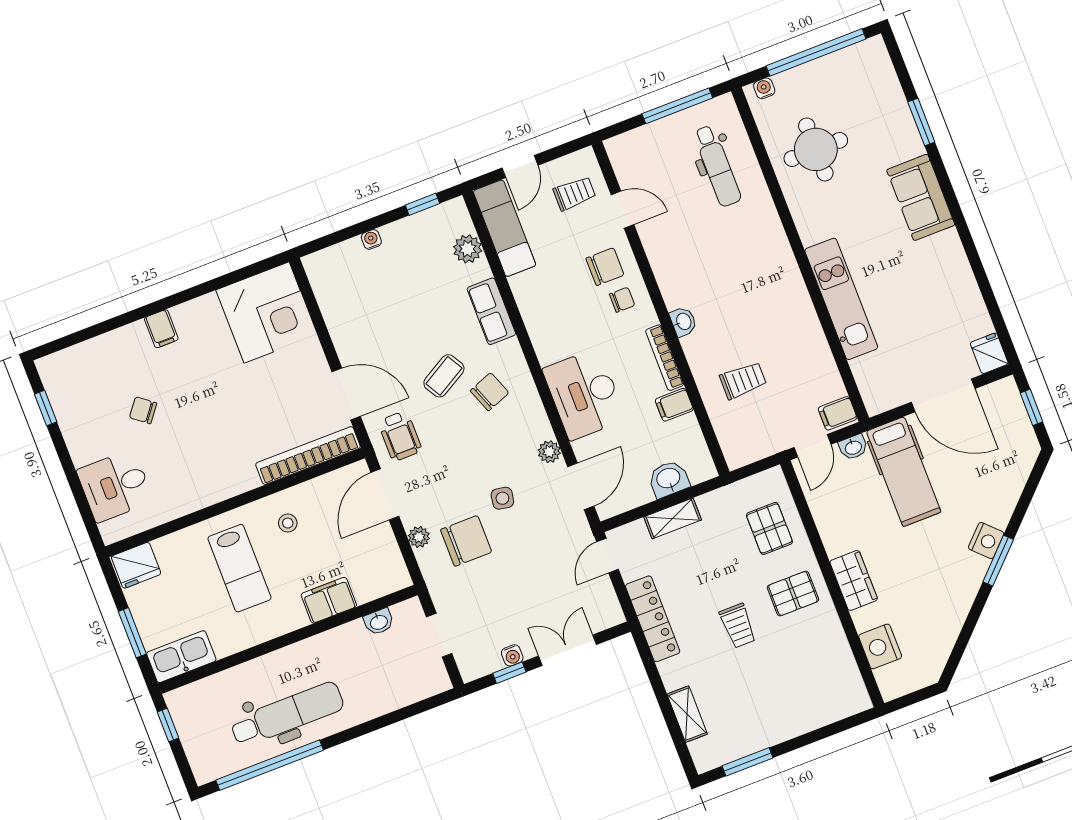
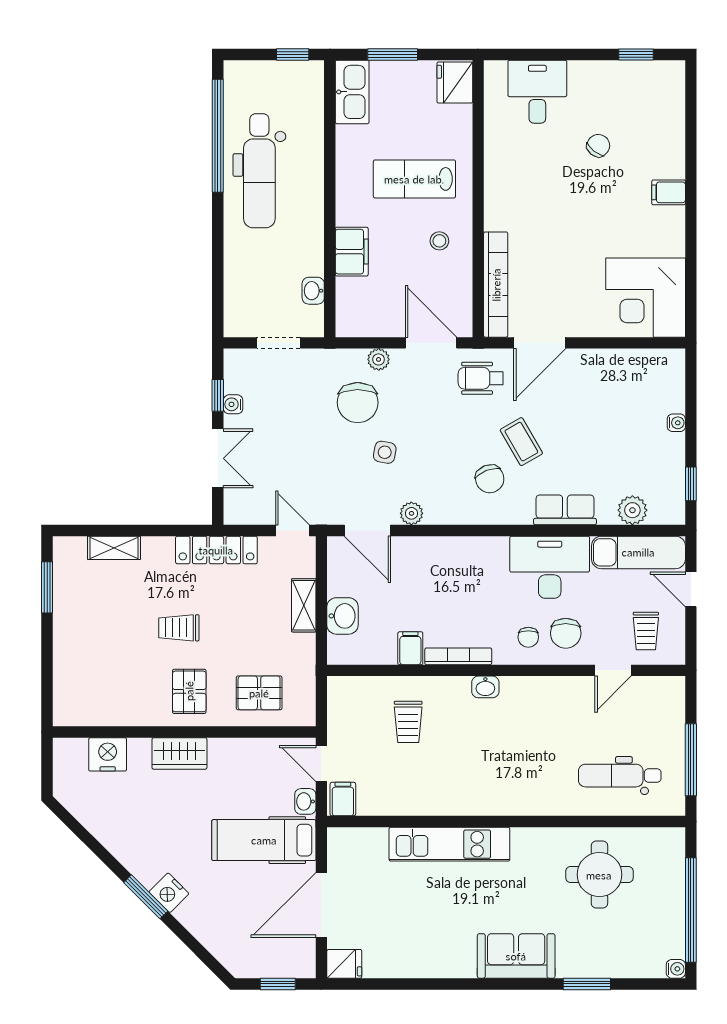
water cooler: (764, 88) -> (676, 969), moved
desk: (584, 394) -> (550, 567), moved

